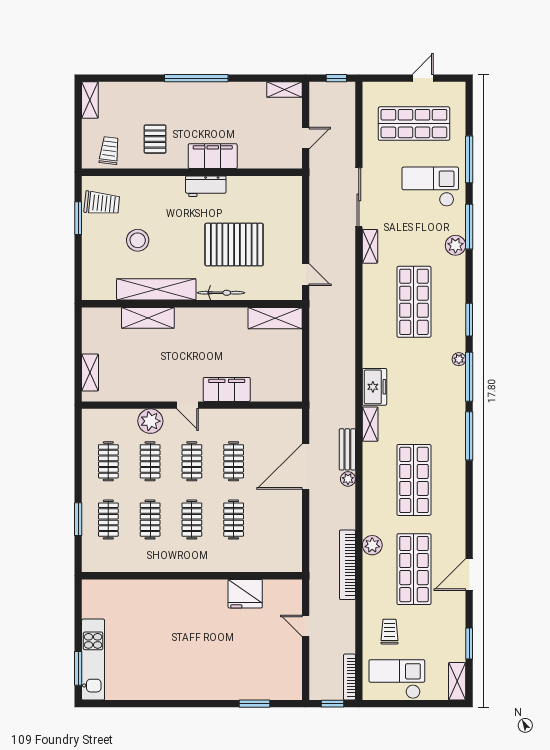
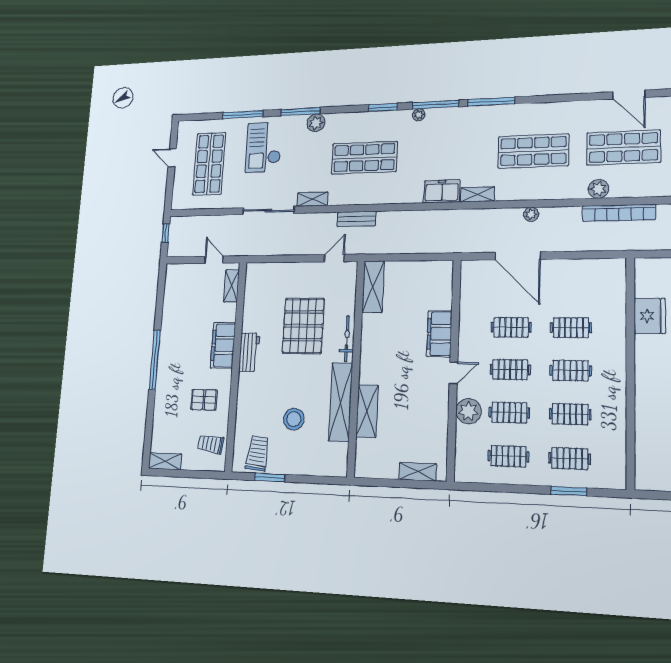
shelving: (284, 90) -> (231, 286), moved
bench: (347, 449) -> (356, 219), moved

